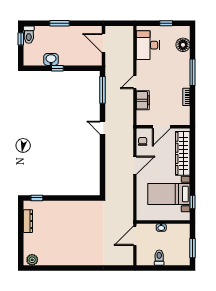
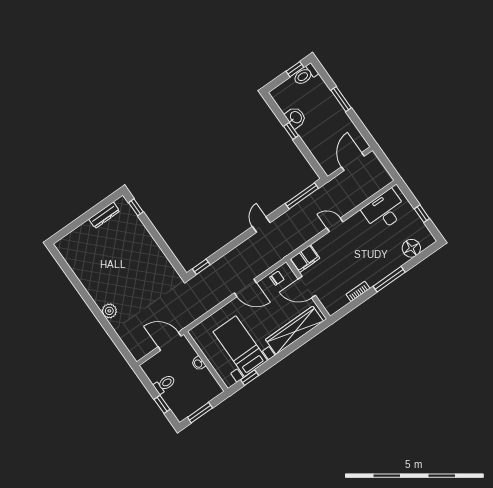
filing cabinet: (143, 100) -> (305, 259), moved
window: (102, 183) -> (201, 267), added
plant: (32, 260) -> (109, 311), moved
window: (171, 268) -> (162, 404), added

